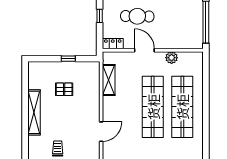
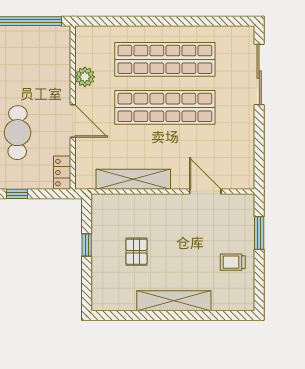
door: (144, 50) -> (73, 121), swing flipped
shelving: (109, 80) -> (133, 179), width x1.47

